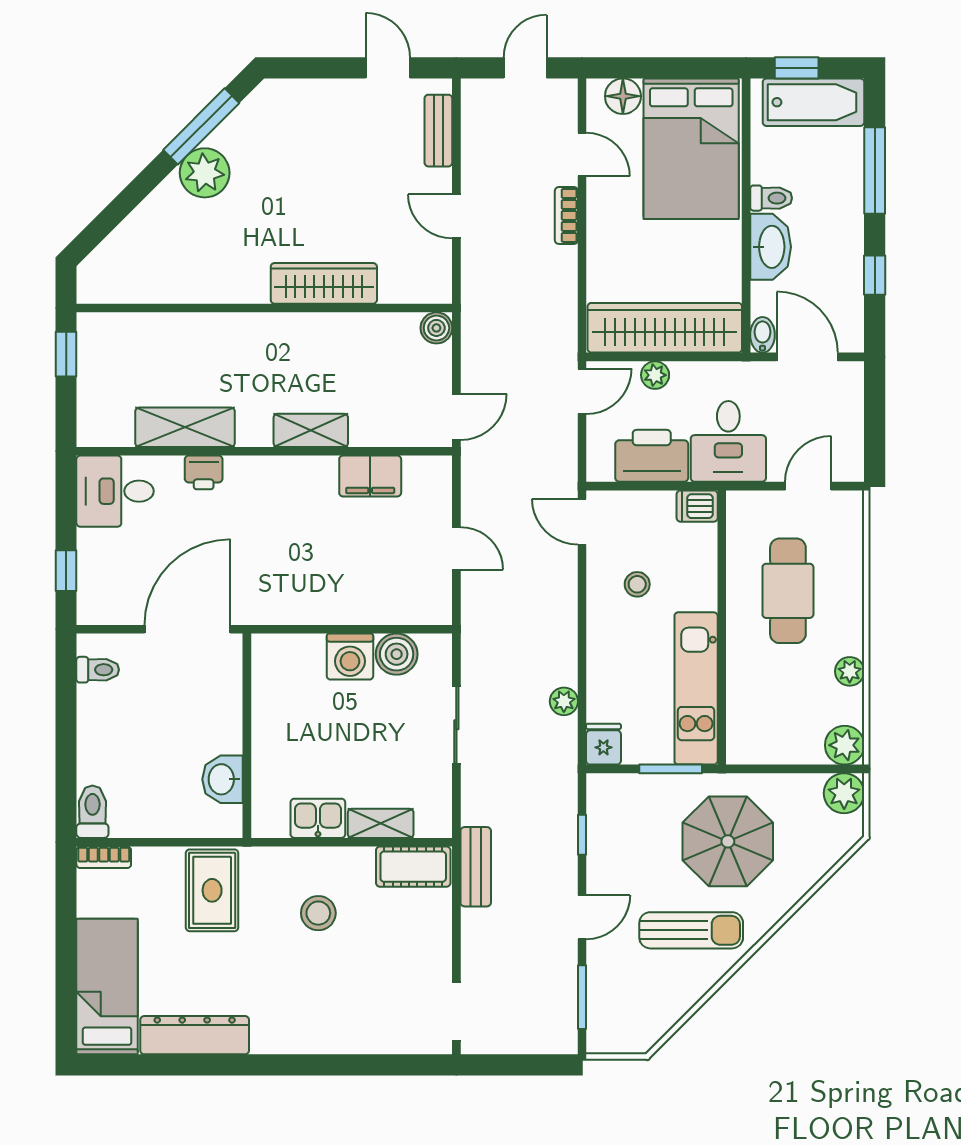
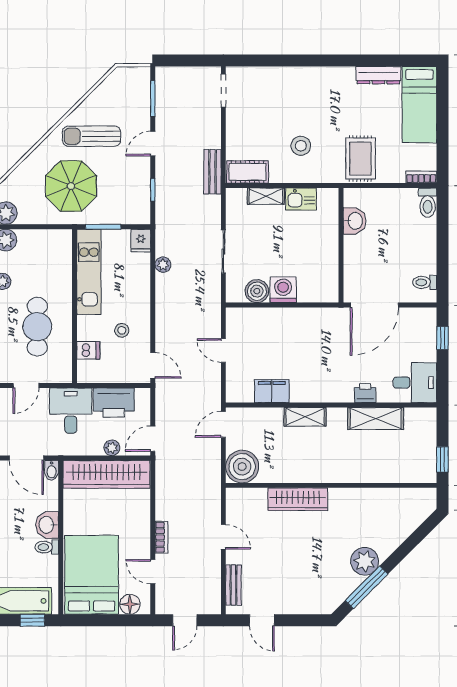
washbasin: (771, 247) -> (47, 525), width x0.72
boiler: (436, 328) -> (242, 467), width x1.86, depth x1.86
dishwasher: (697, 506) -> (88, 350), moved
dresser: (195, 1035) -> (378, 75), width x0.73, depth x0.80

